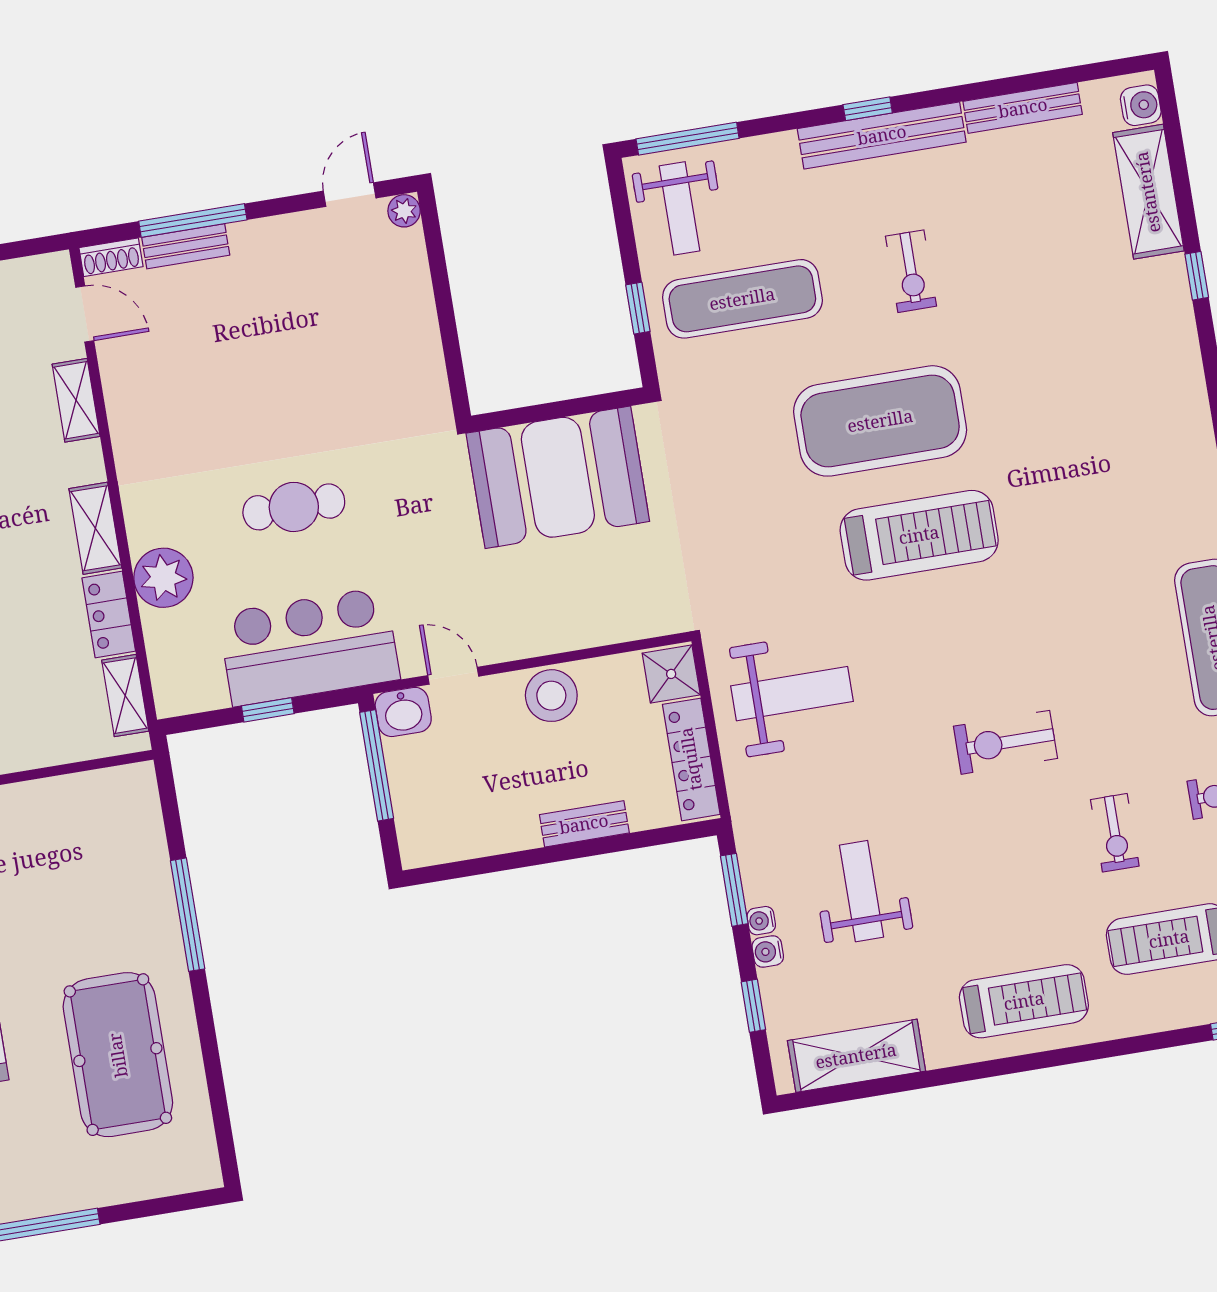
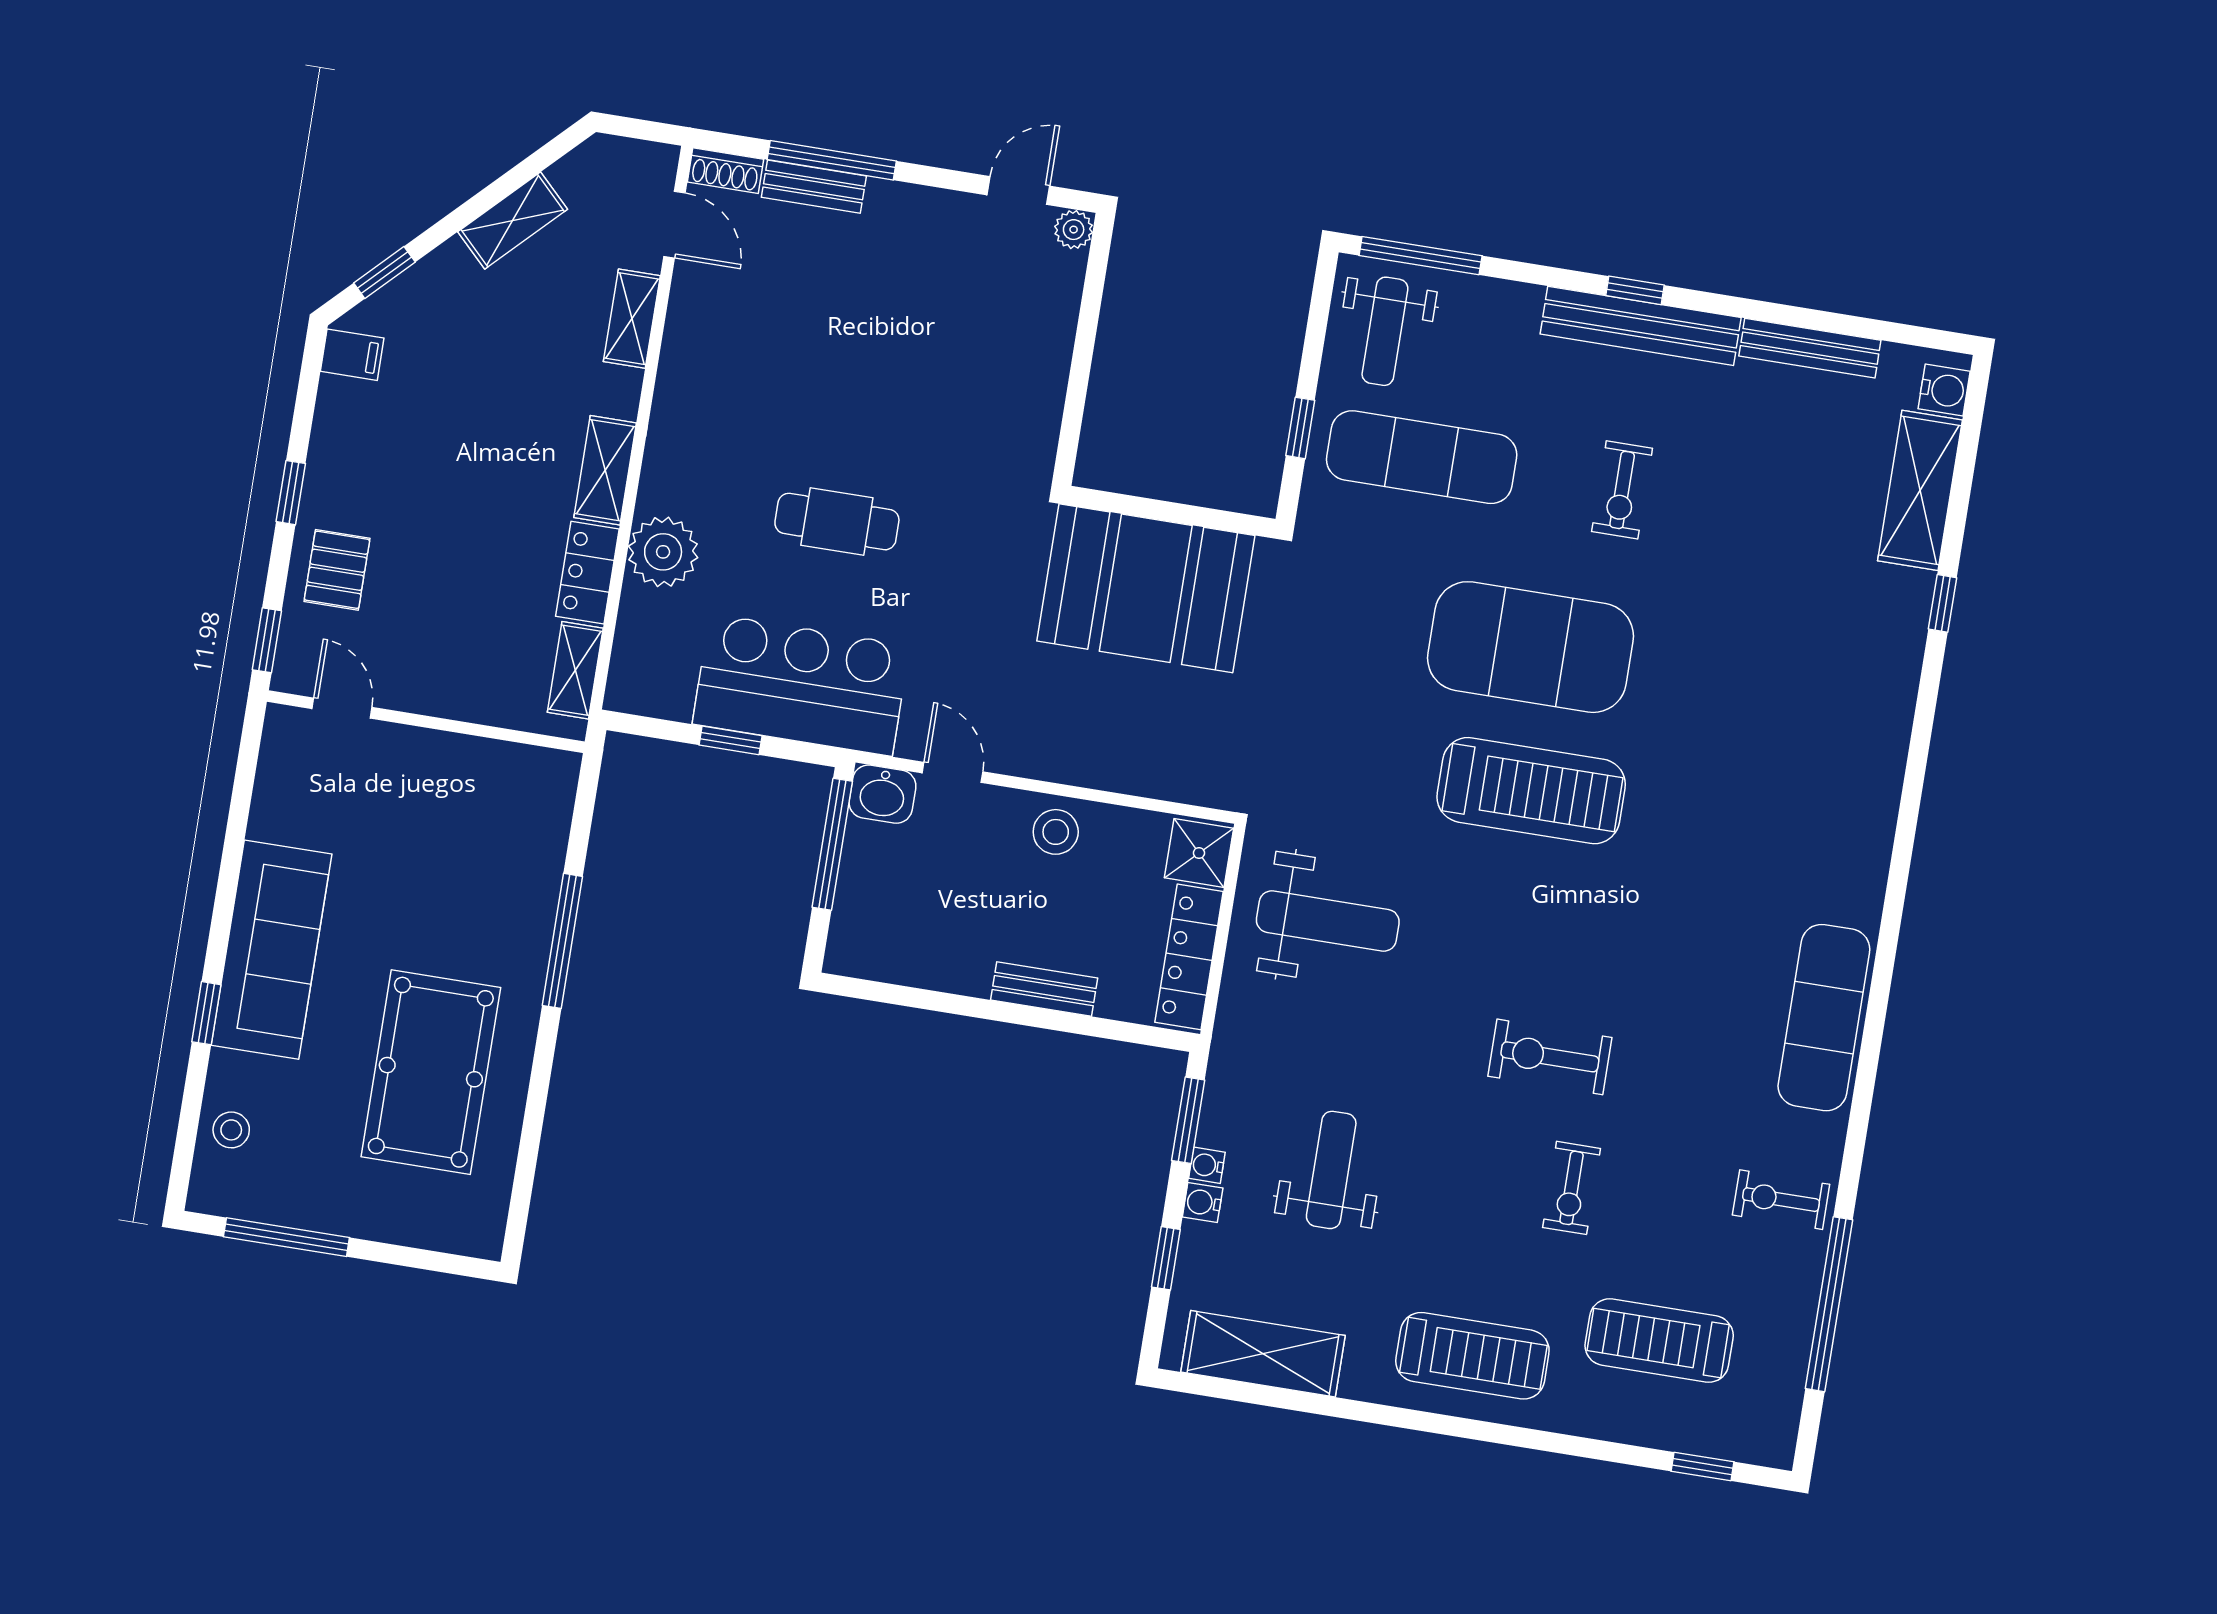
stool: (551, 696) -> (1056, 832), width x0.73, depth x0.73
exercise bike: (1115, 833) -> (1572, 1188), moved

